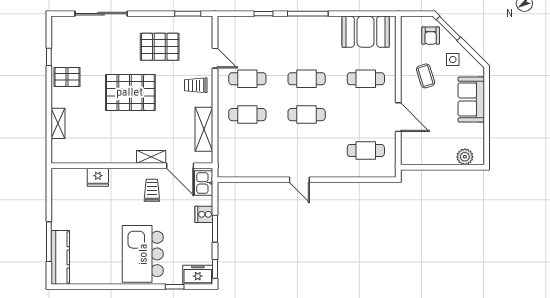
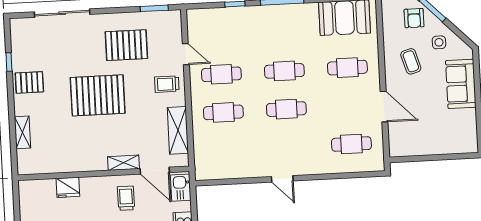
plant: (465, 157) -> (457, 145), removed

